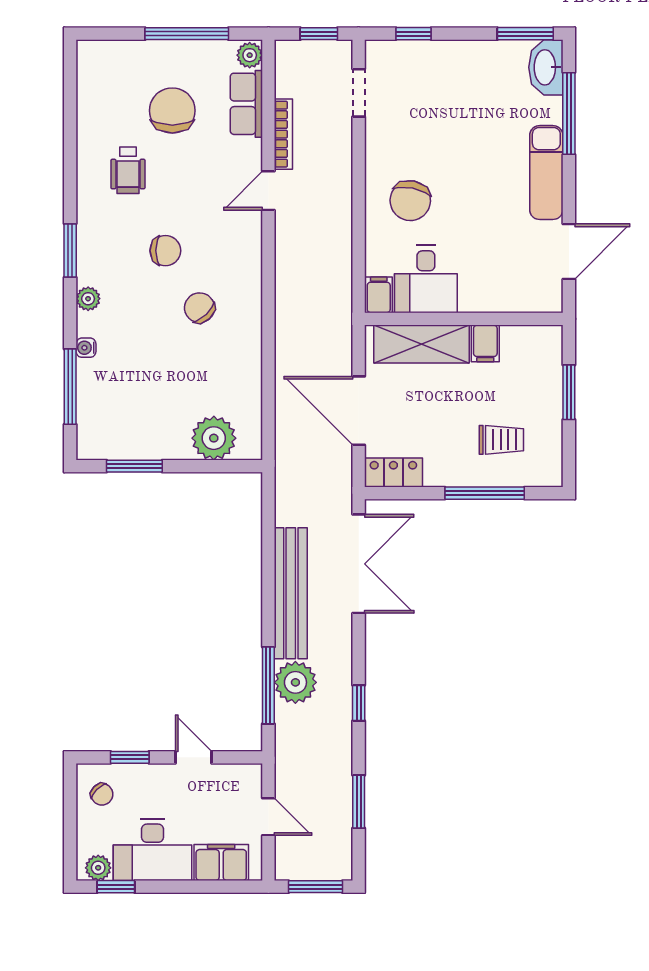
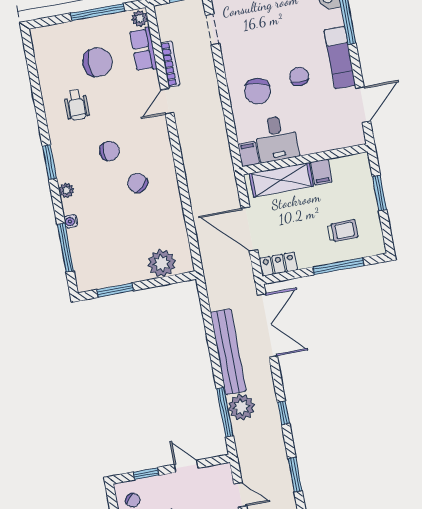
chair: (172, 111) -> (97, 62), turned 90
chair: (478, 190) -> (299, 76), added

